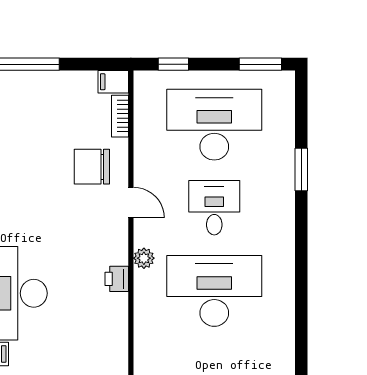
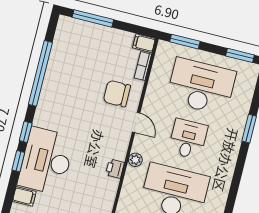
window: (173, 64) -> (185, 42), width x1.50

